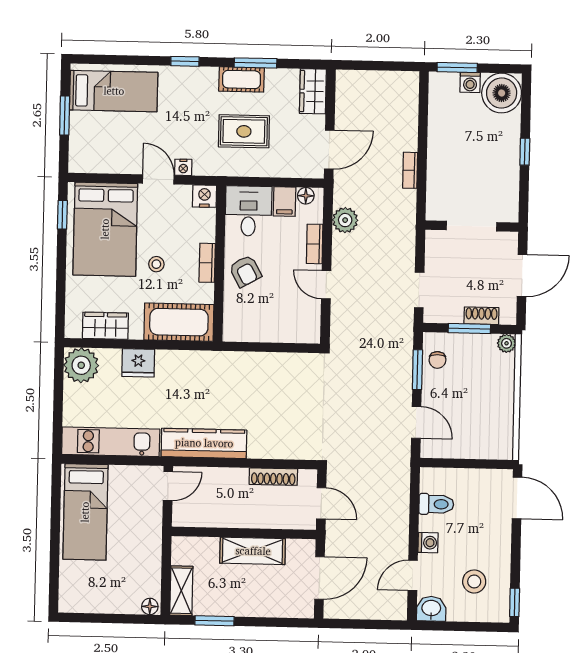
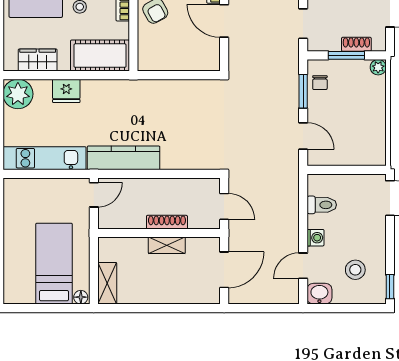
door: (326, 285) -> (224, 21), width x1.37
shoe rack: (273, 477) -> (167, 222), moved, turned 180
bed: (85, 512) -> (54, 264), moved, turned 180
shelving: (253, 551) -> (167, 245), width x0.67, depth x0.75
window: (214, 621) -> (136, 308), removed

